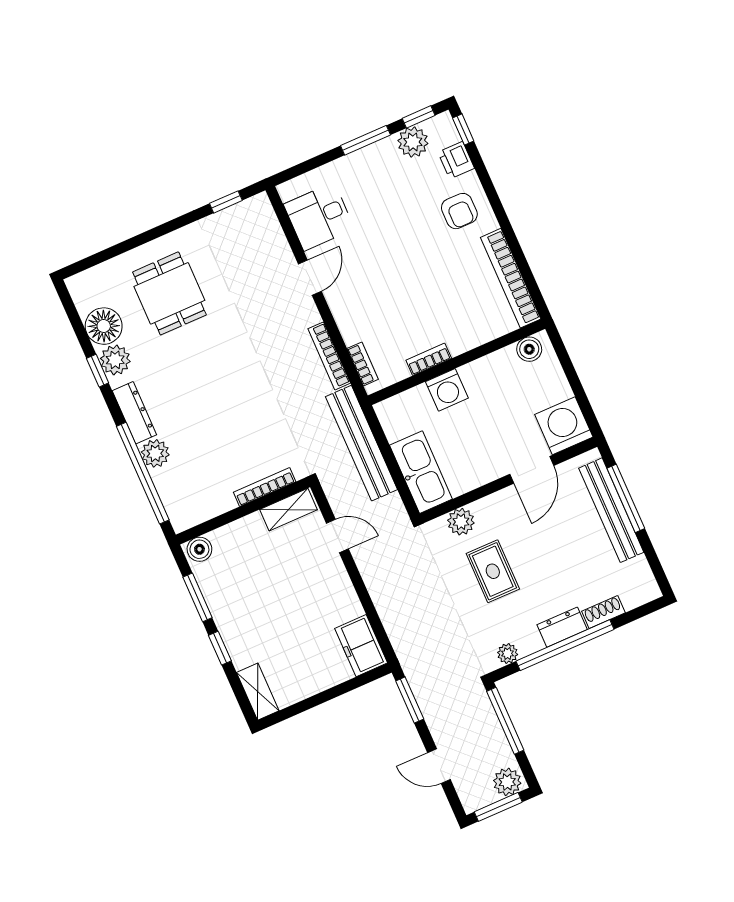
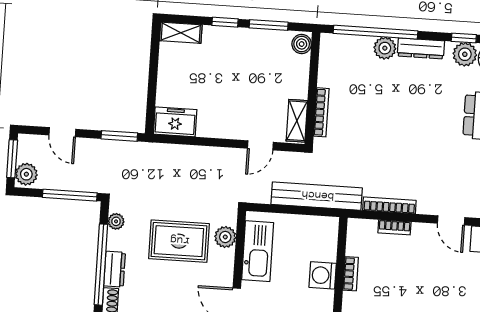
bookcase: (363, 364) -> (394, 227), moved
kitchen sink: (421, 472) -> (258, 251), moved, turned -90
rug: (493, 571) -> (179, 241), width x1.36, depth x1.43
door: (439, 766) -> (62, 132), swing flipped

